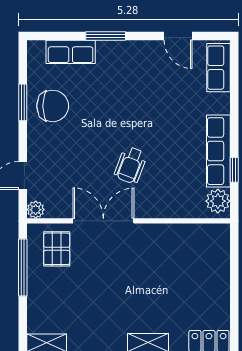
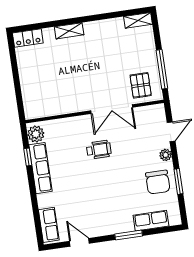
chair: (53, 106) -> (158, 182), turned -90
wheelchair: (131, 165) -> (99, 150), turned 69
plant: (36, 210) -> (166, 155), moved

